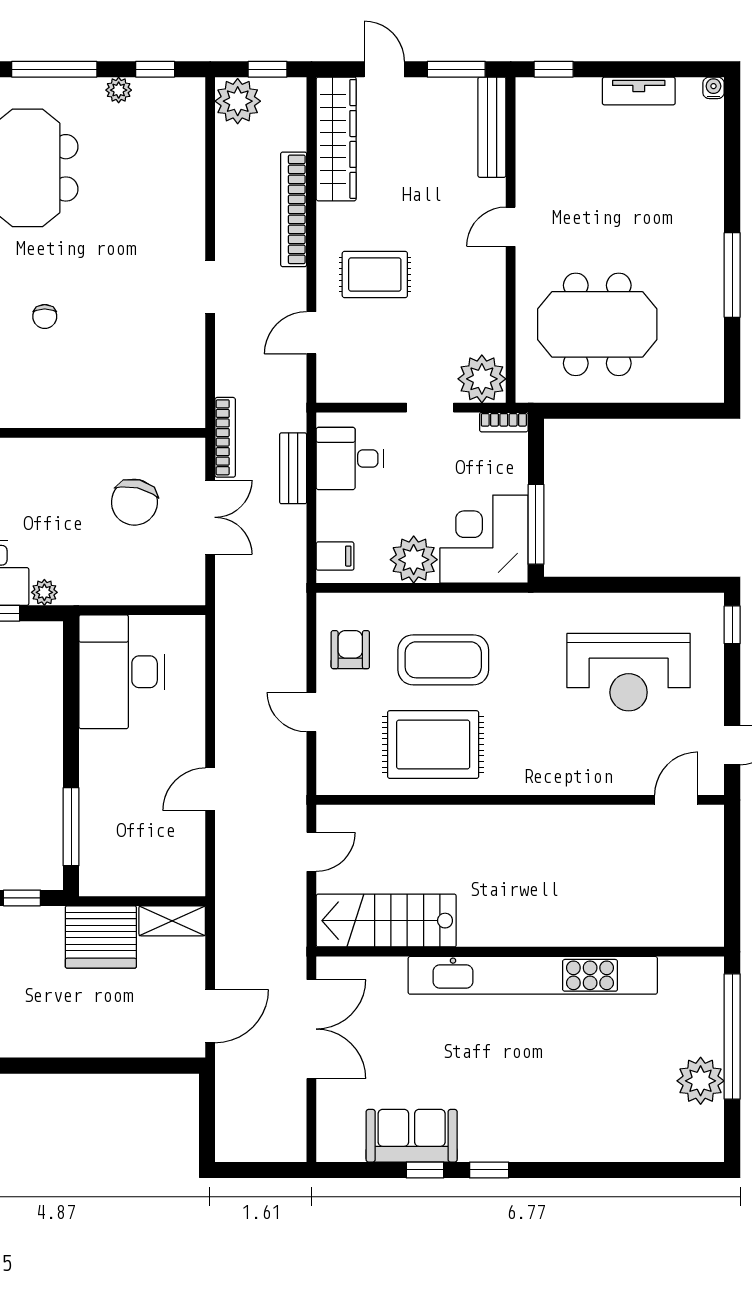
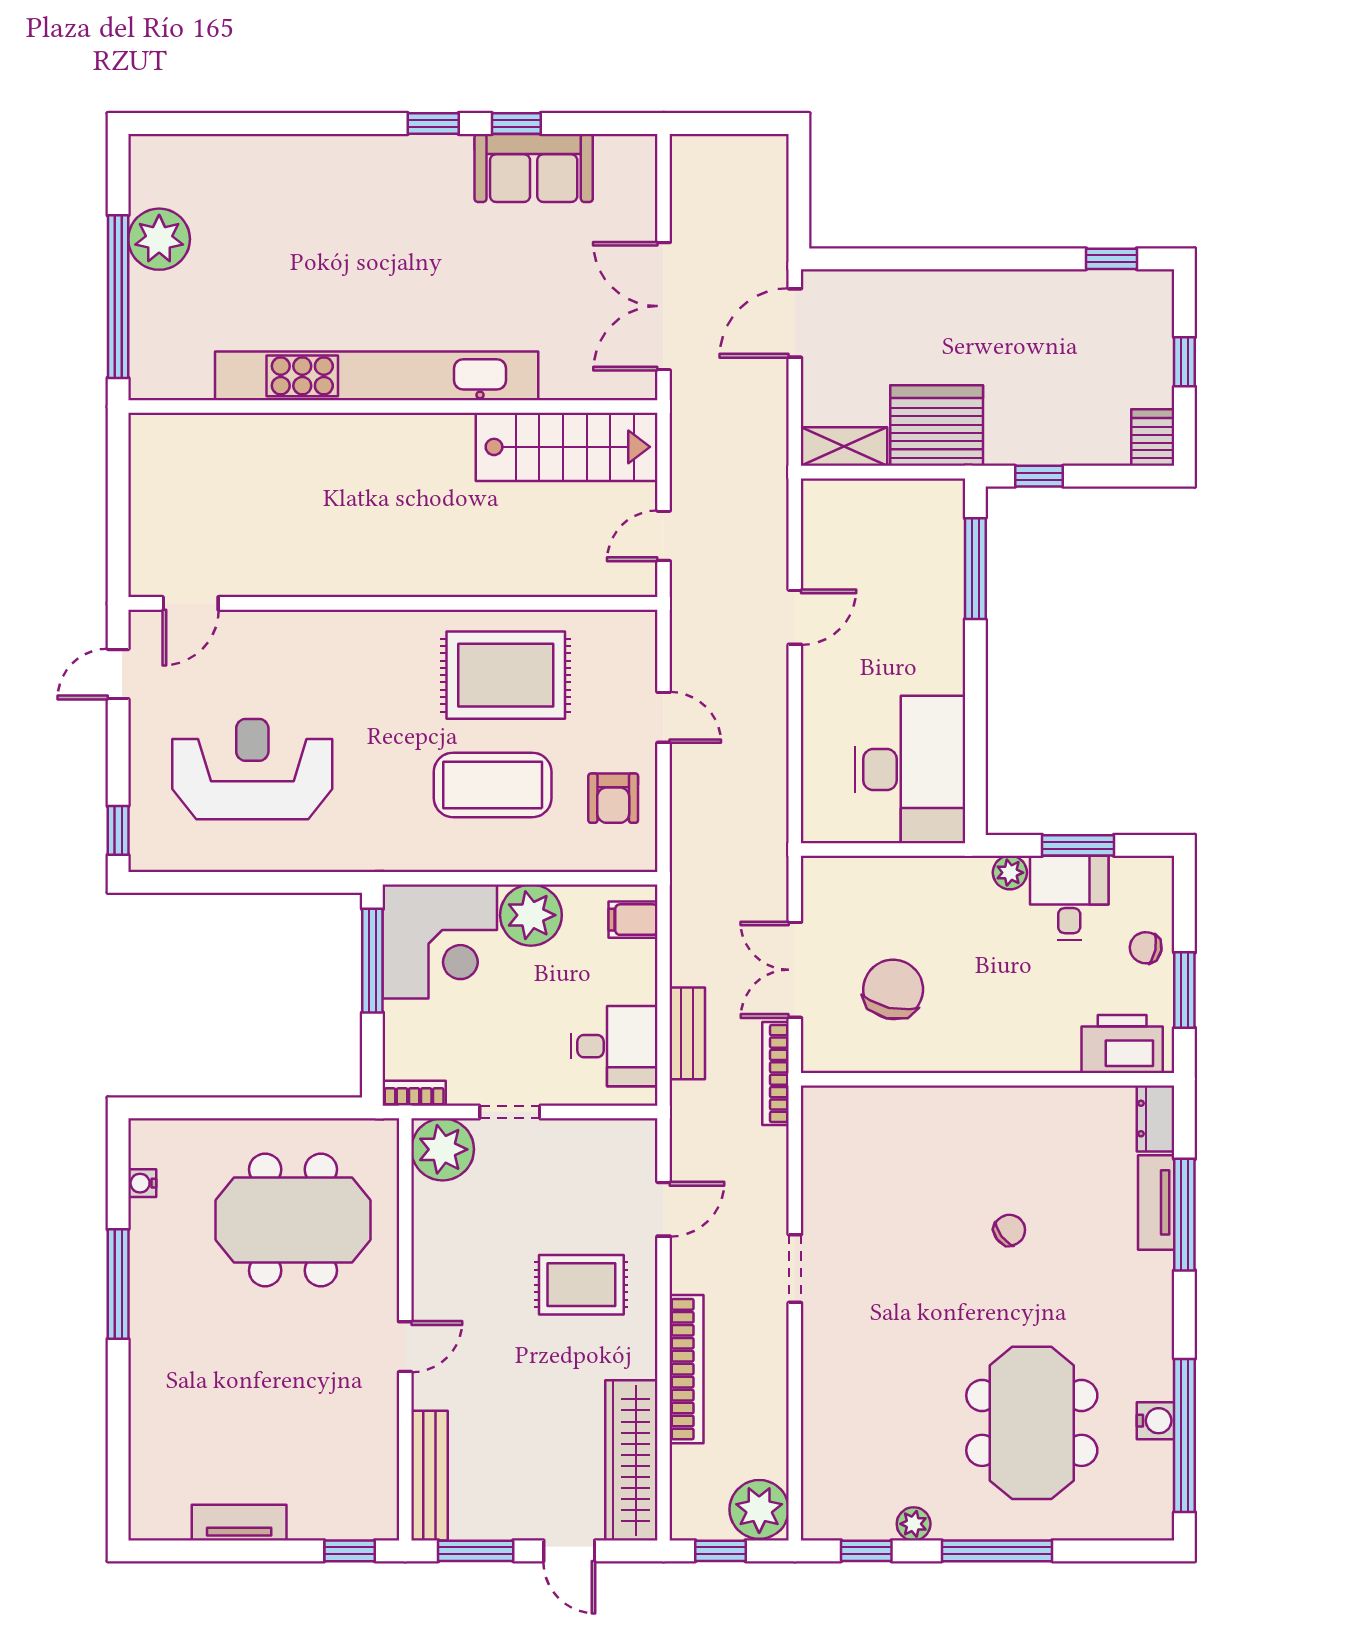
water cooler: (713, 88) -> (142, 1183), moved, turned 90
chair: (45, 317) -> (1009, 1230), turned 53

